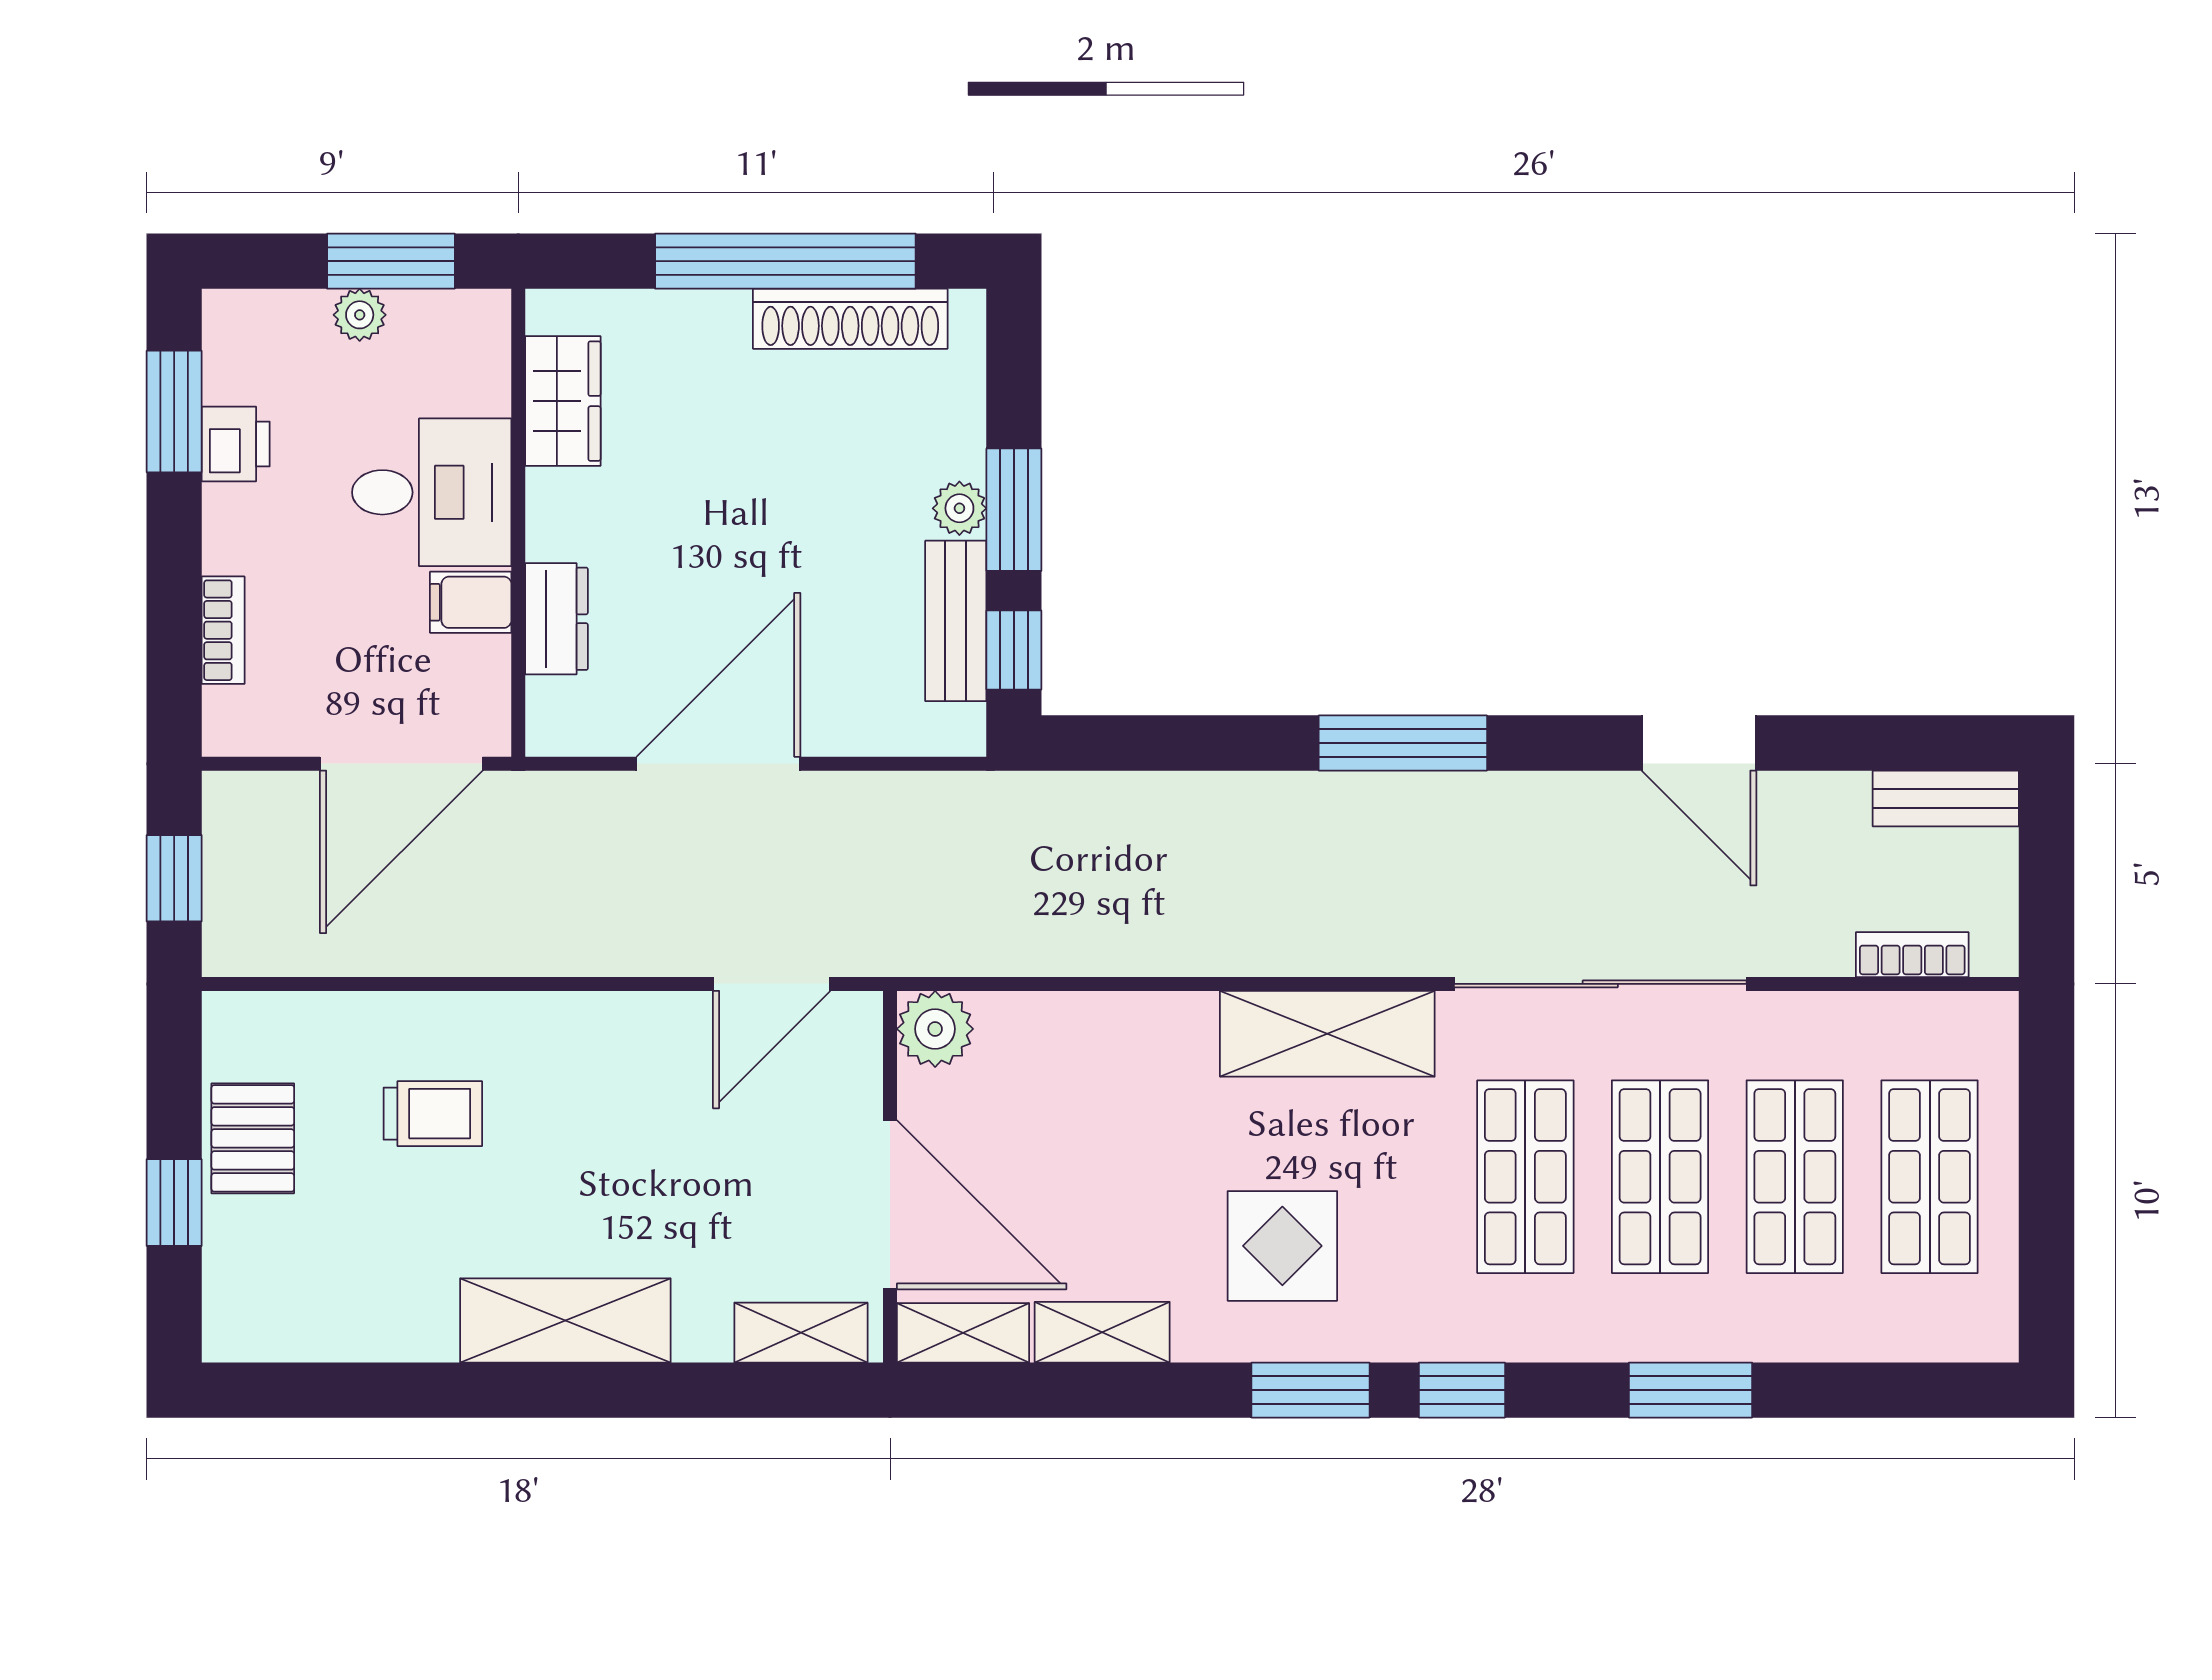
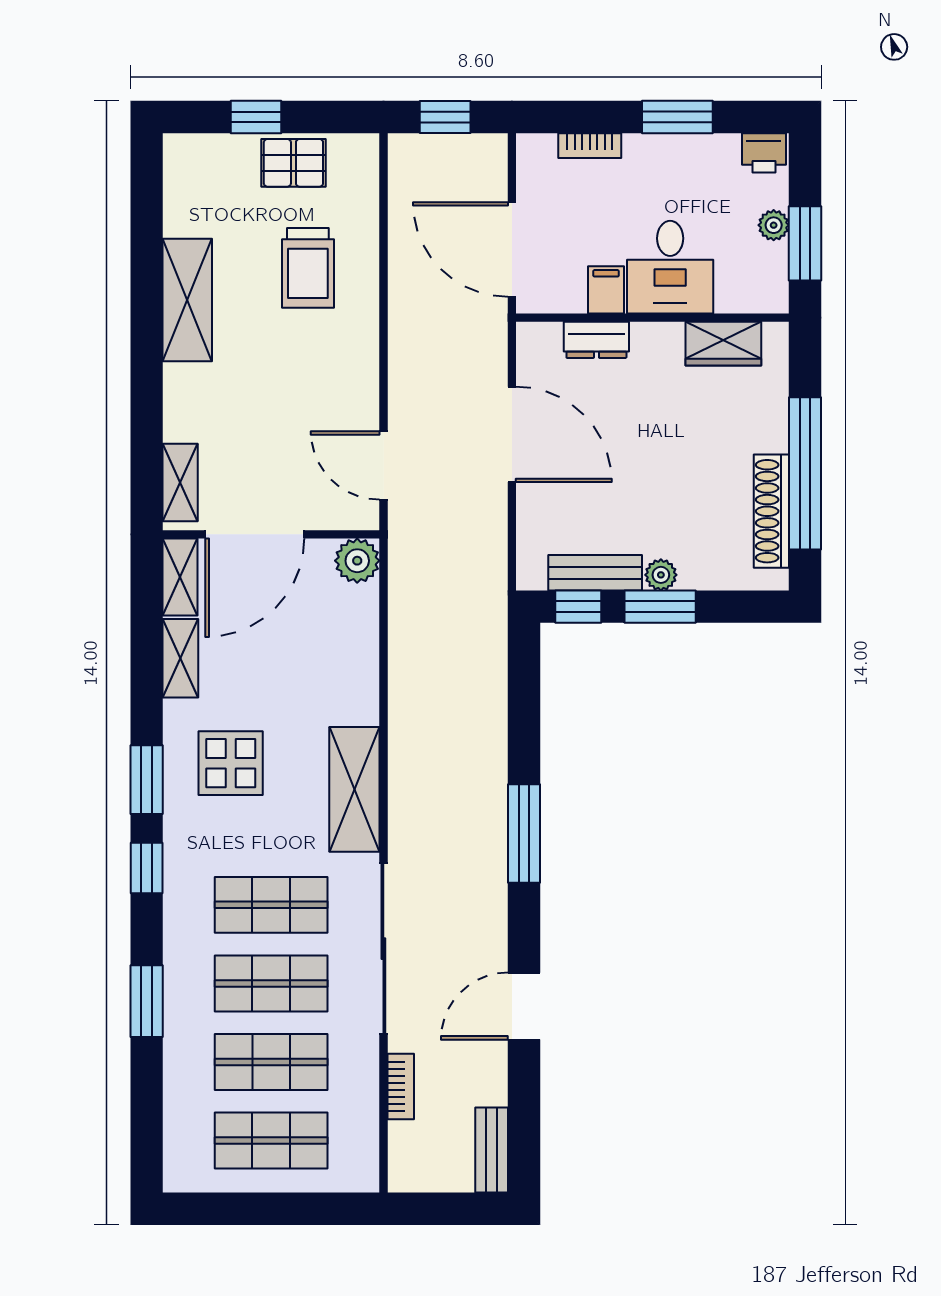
window: (174, 411) -> (677, 117), moved
printer: (236, 444) -> (764, 153), moved
bookcase: (1912, 955) -> (401, 1087), moved
trolley: (433, 1114) -> (308, 268), width x1.36, depth x1.39
shelving: (565, 1320) -> (187, 300), moved

